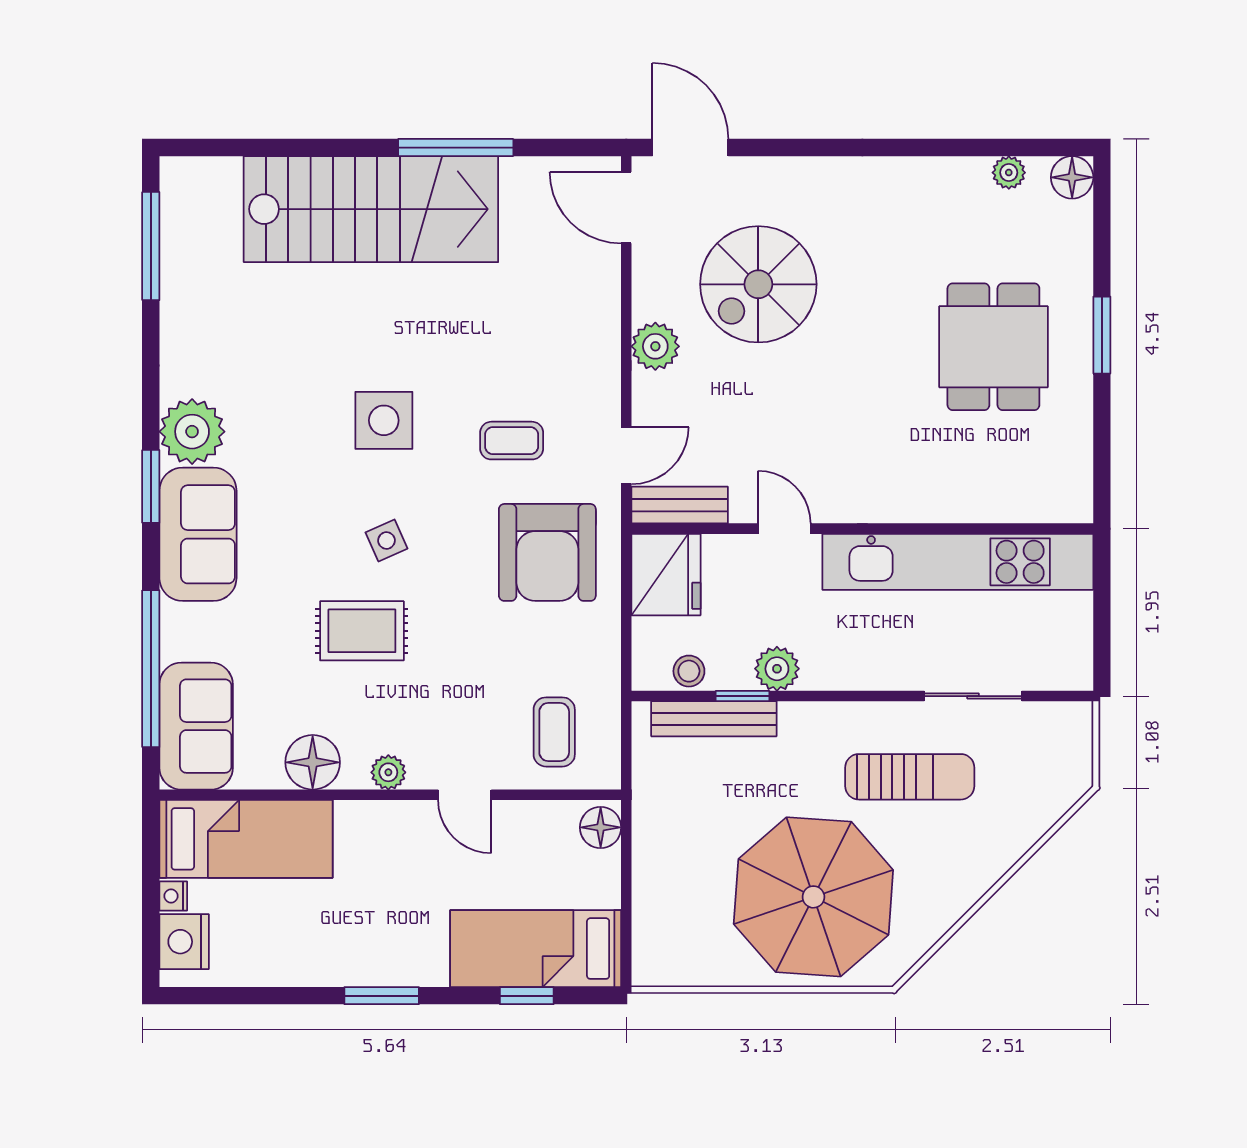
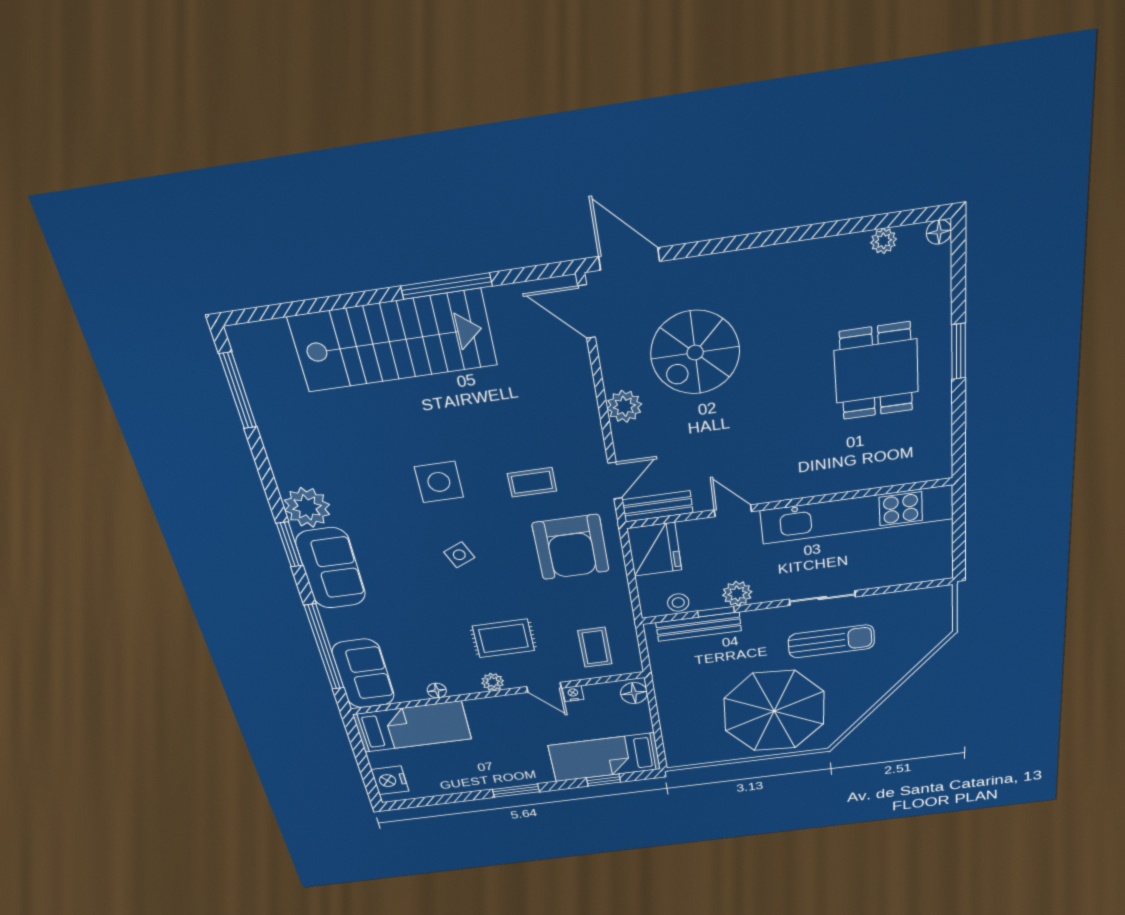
floor lamp: (1072, 177) -> (939, 232), width x0.73, depth x0.73
rug: (362, 631) -> (503, 638), moved
sliding door: (973, 696) -> (822, 598), moved
floor lamp: (313, 762) -> (437, 691), width x0.53, depth x0.53
nightstand: (173, 896) -> (573, 694), moved, turned 90

